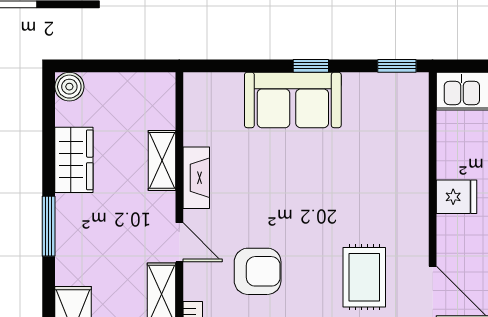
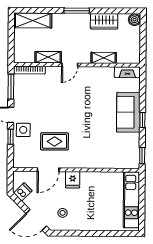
fireplace: (196, 178) -> (127, 72), moved
fridge: (456, 197) -> (73, 180), moved
armchair: (258, 271) -> (57, 97), removed

